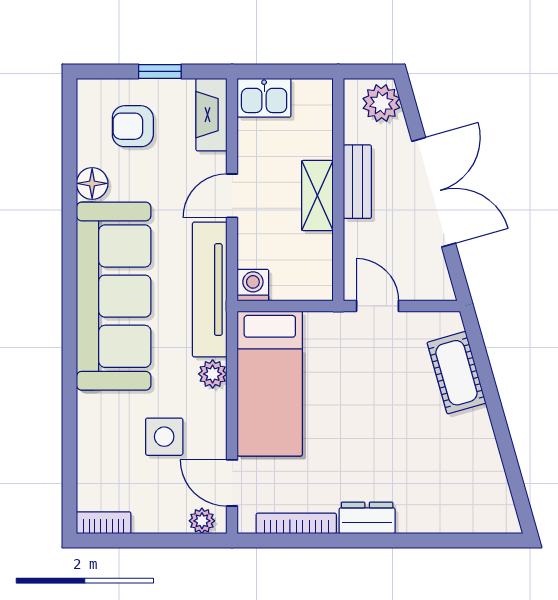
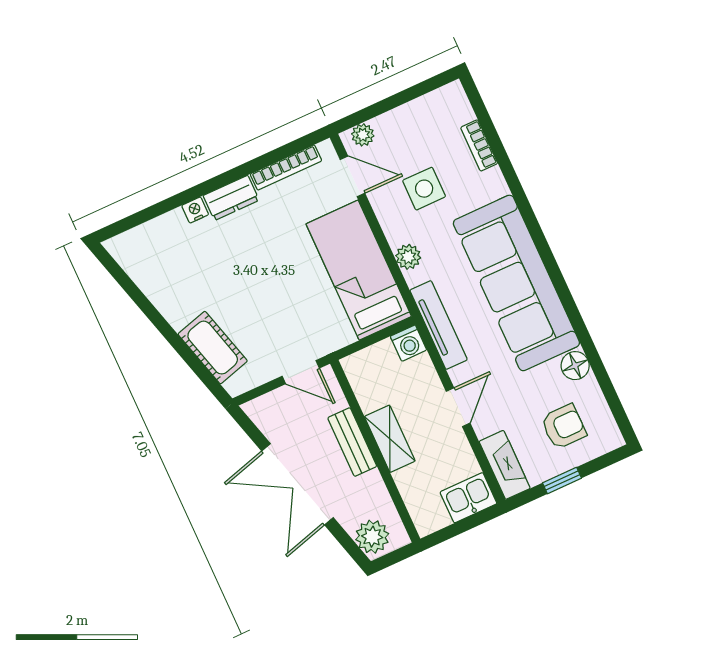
bench: (357, 182) -> (352, 442), moved
tv unit: (210, 290) -> (439, 325), width x0.73, depth x0.78
nightstand: (410, 522) -> (195, 210), added
bookcase: (104, 523) -> (479, 145), moved, turned 90

